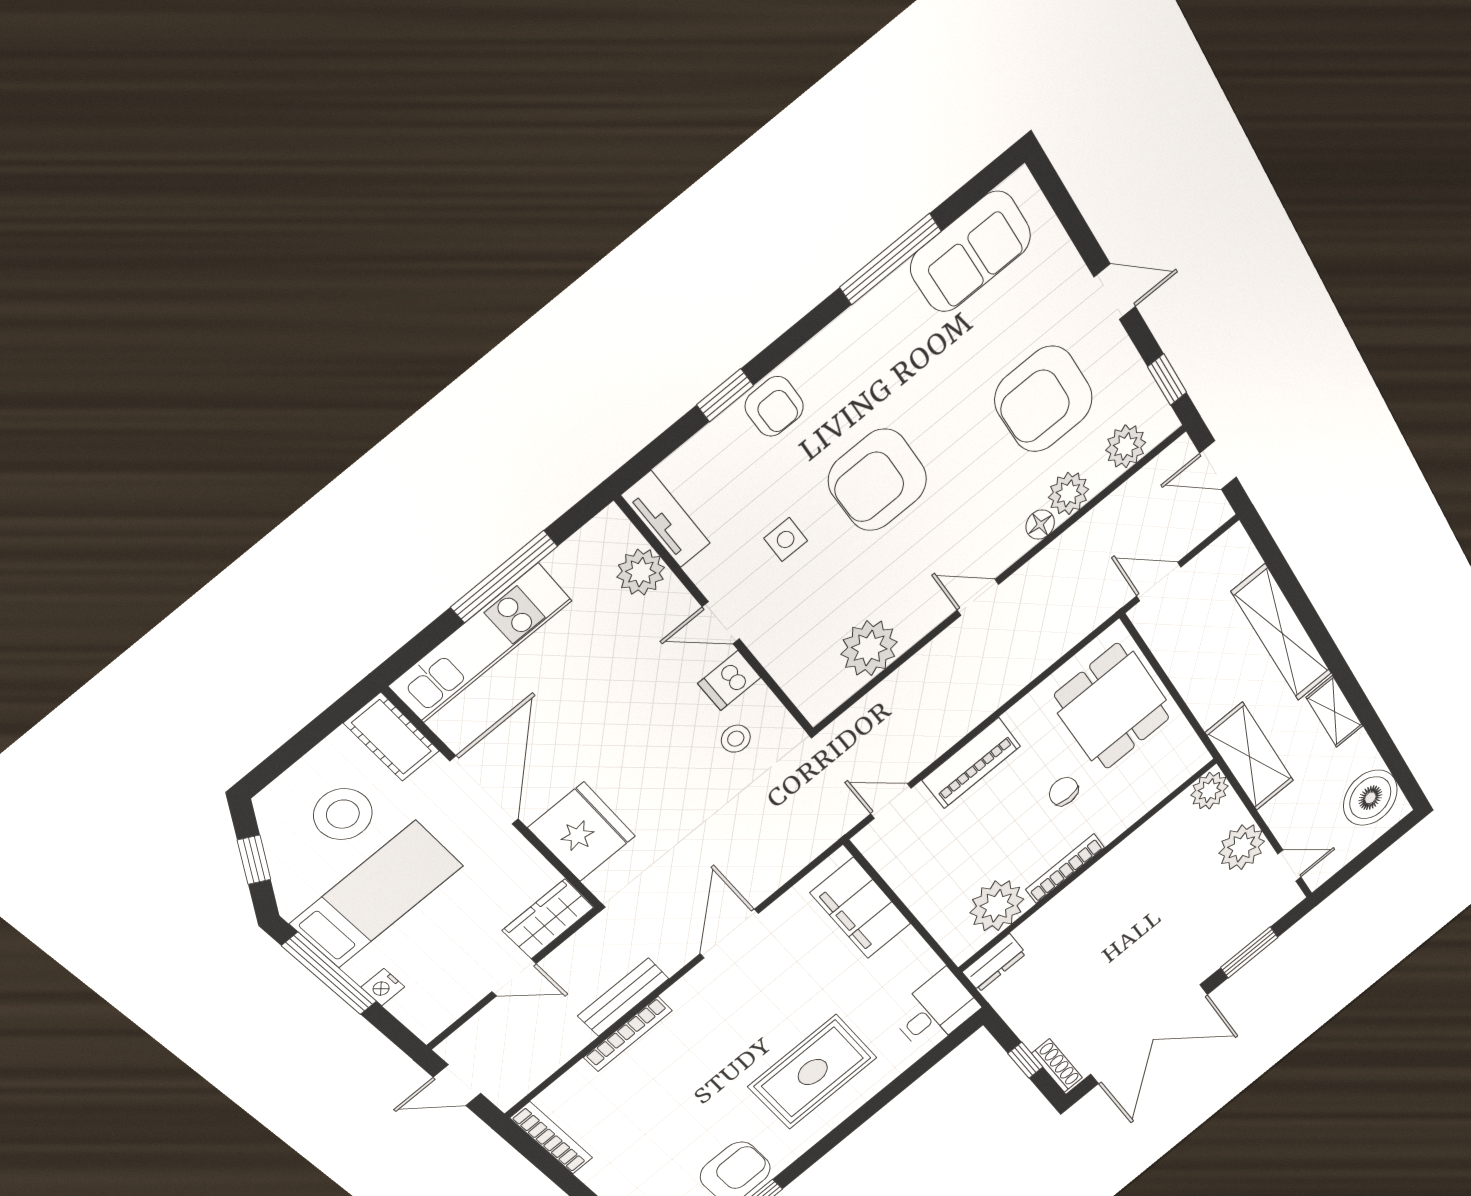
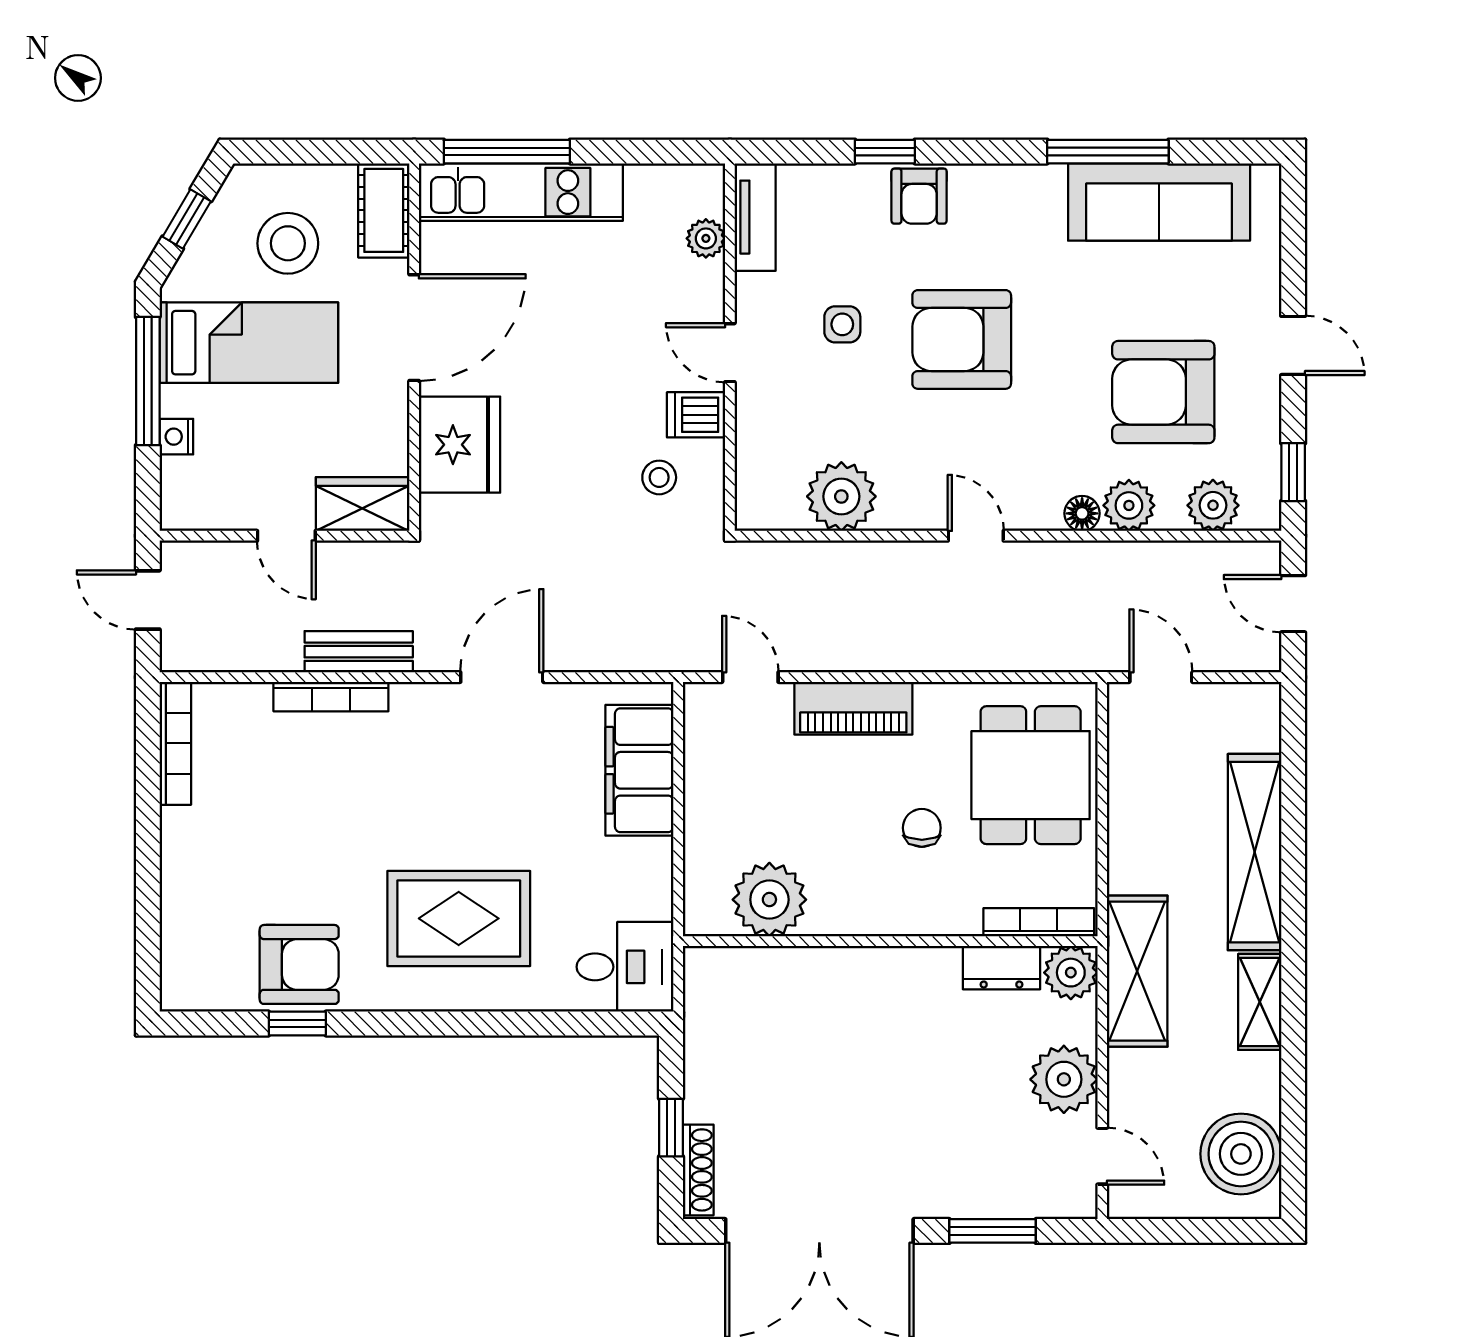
sofa: (971, 252) -> (1159, 202), width x1.36
plant: (641, 572) -> (706, 238), width x0.73, depth x0.73
window: (504, 577) -> (507, 152), moved
bookcase: (1065, 869) -> (1039, 922), moved
dresser: (994, 963) -> (1002, 968), moved

